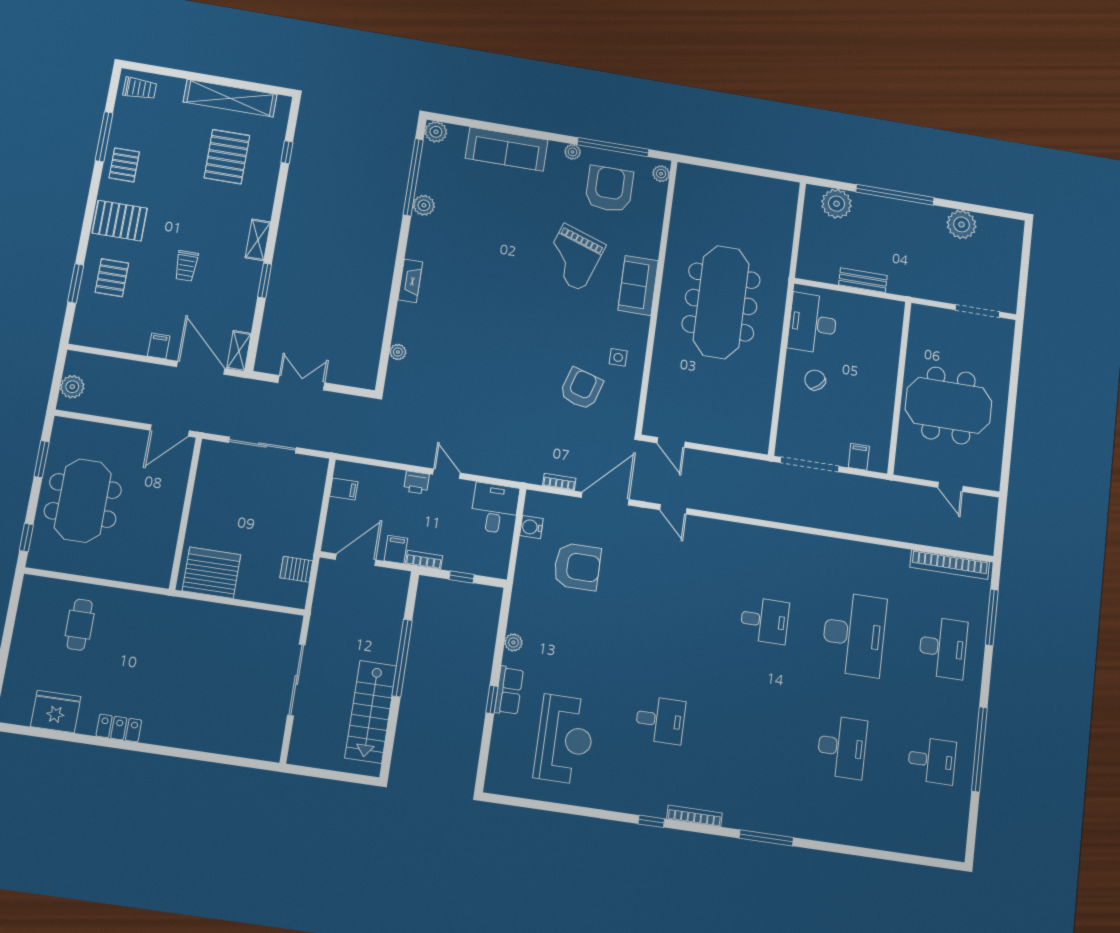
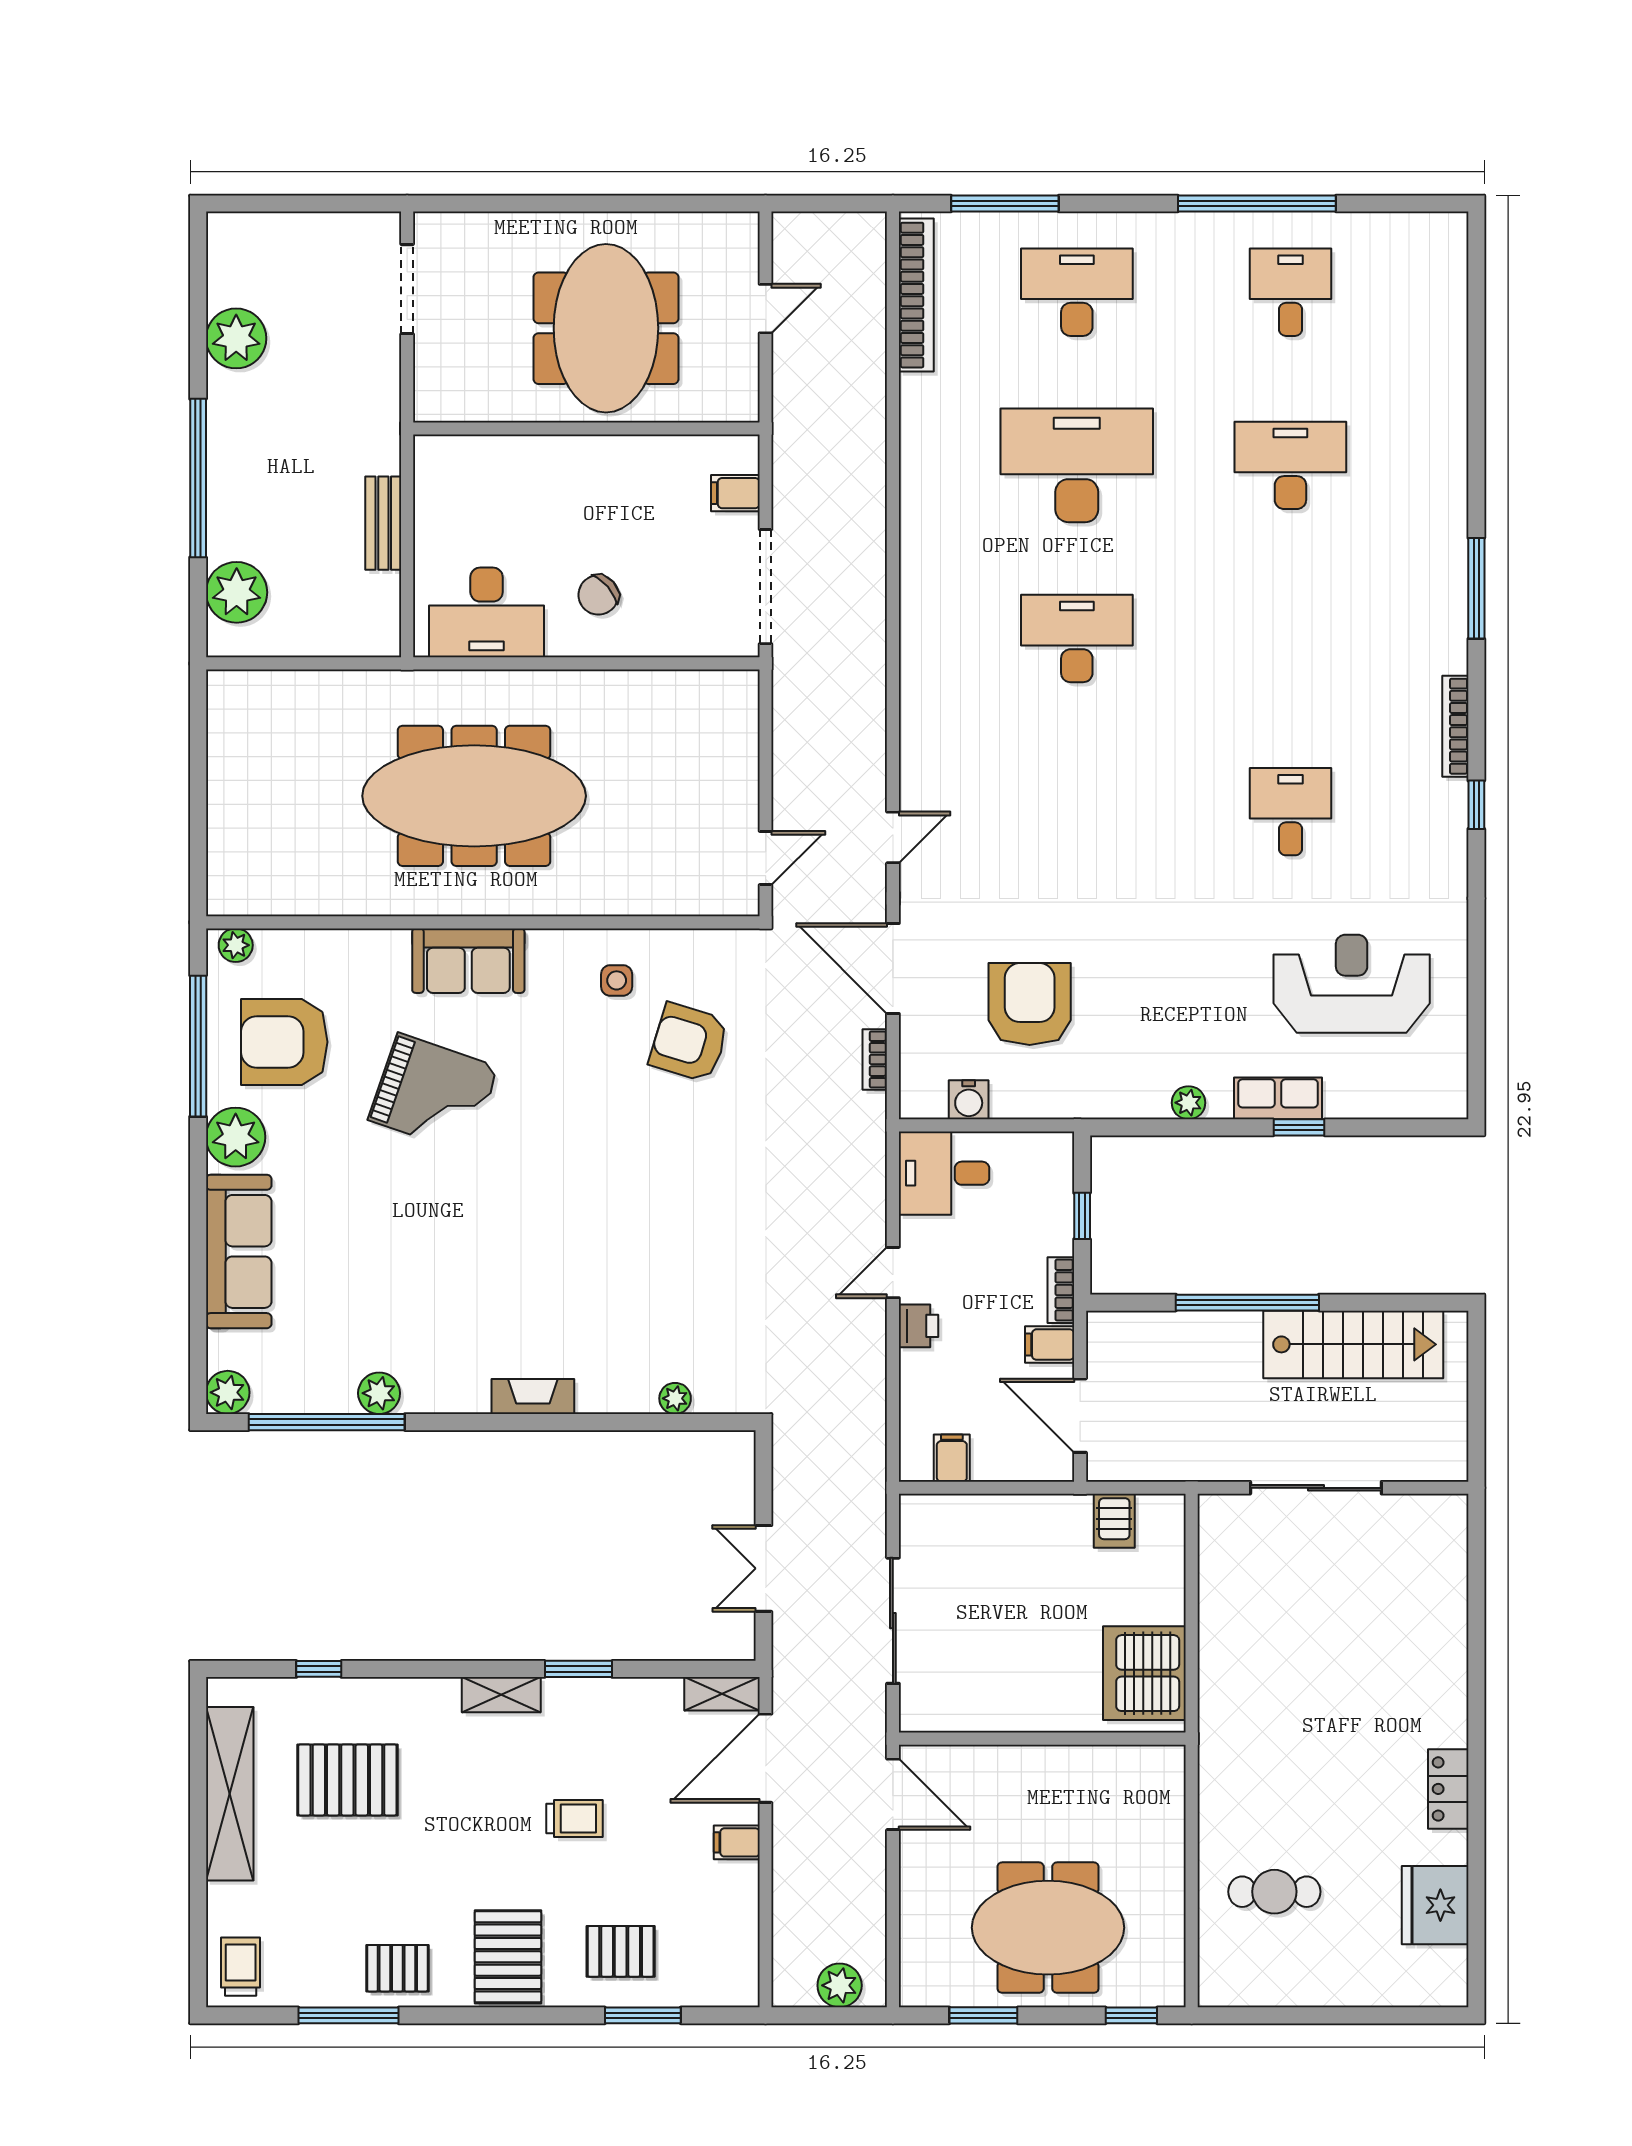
plant: (573, 152) -> (236, 1137), width x1.87, depth x1.87
desk: (765, 620) -> (1077, 639), width x1.37

